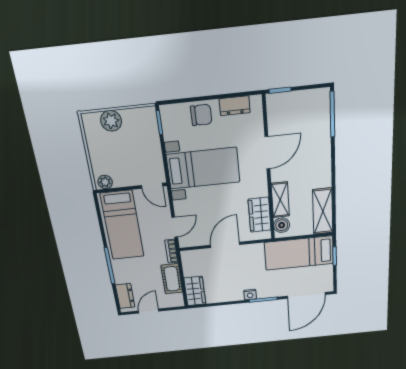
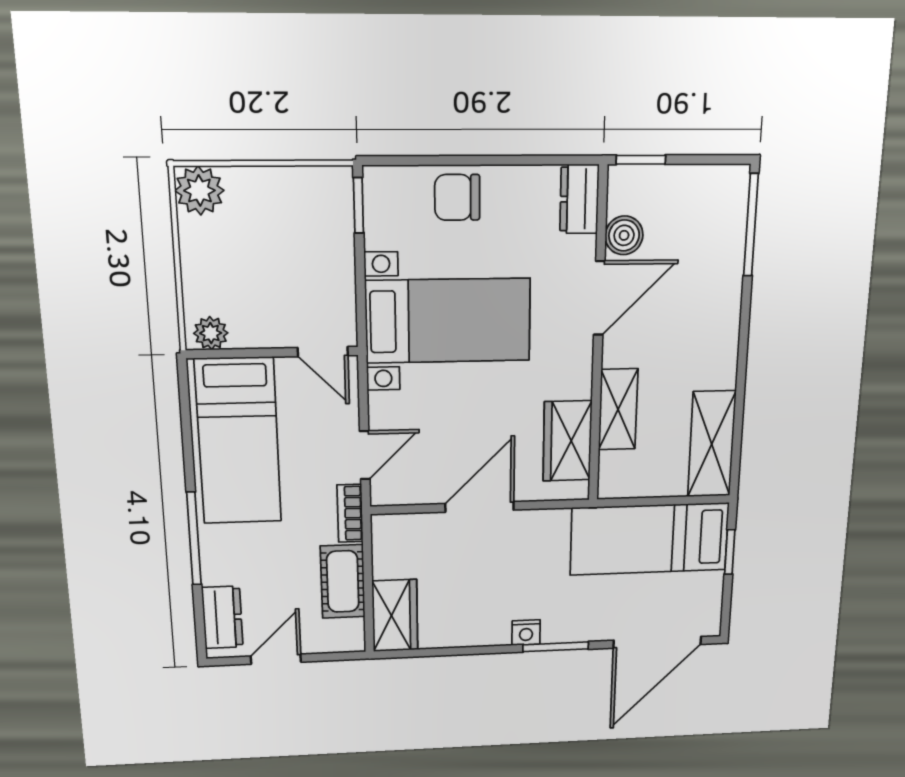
dresser: (235, 106) -> (579, 199), moved, turned 90
chair: (201, 115) -> (457, 197), turned 180
plant: (111, 121) -> (199, 191), moved
boiler: (282, 225) -> (624, 235), moved

